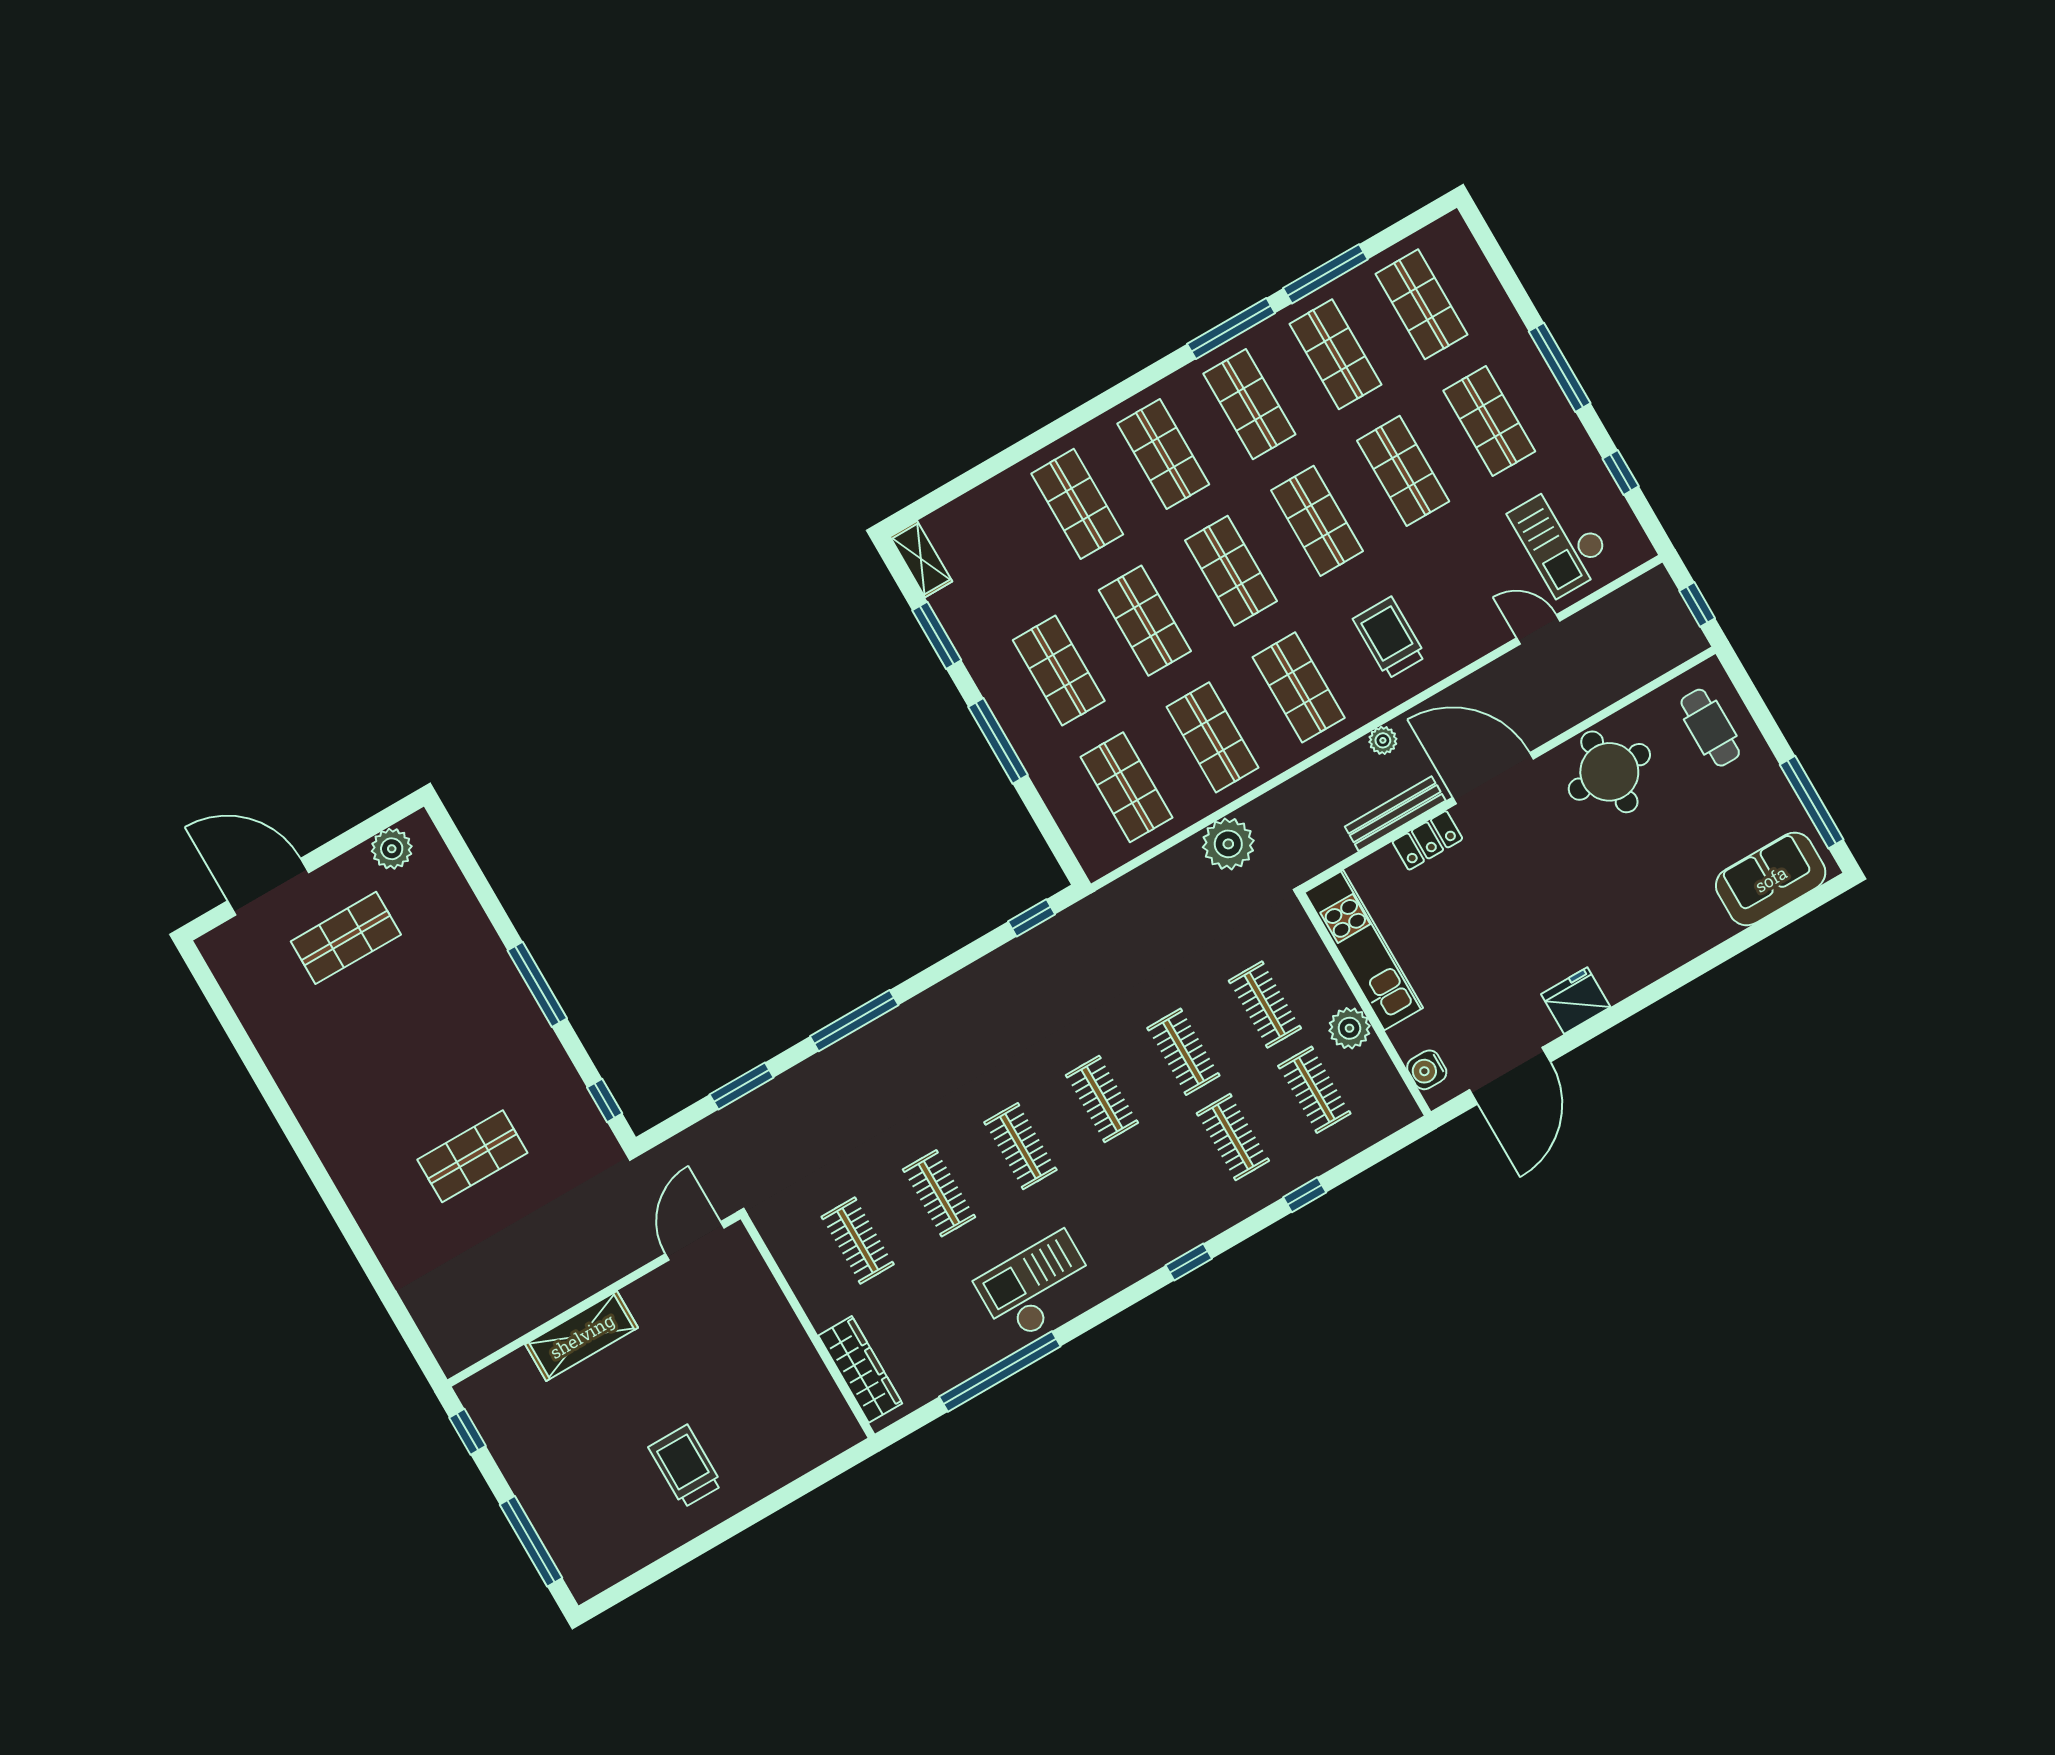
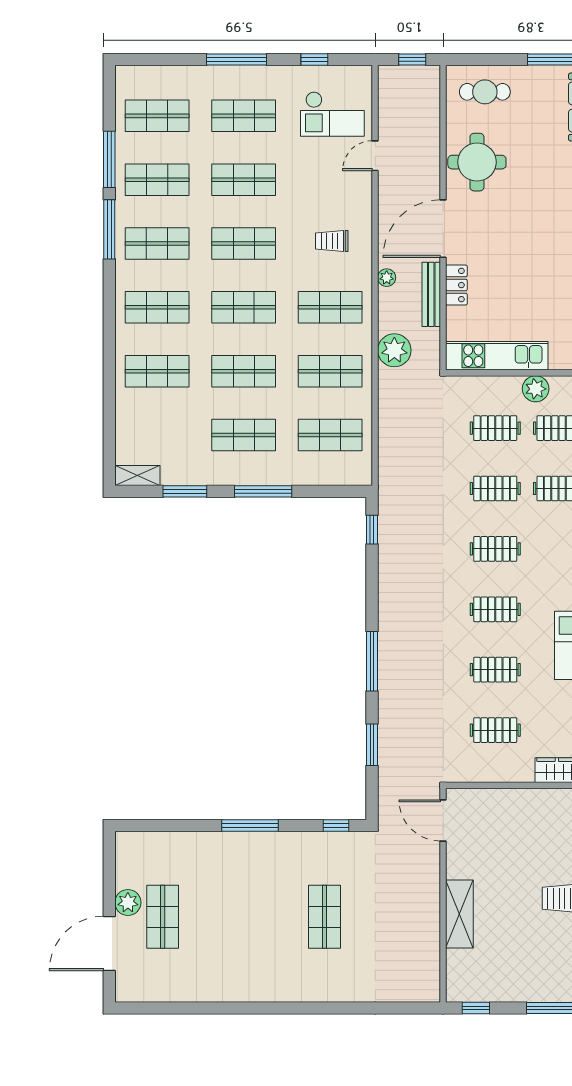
trolley: (1389, 638) -> (332, 241), width x0.73, depth x0.72
plant: (1228, 844) -> (394, 350), moved
plant: (392, 849) -> (128, 902), moved

